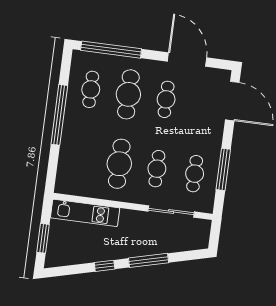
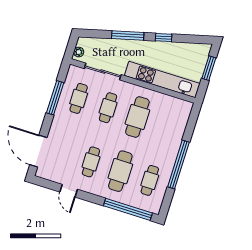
door: (187, 60) -> (69, 191), width x0.53
kitchen unit: (85, 213) -> (162, 80), width x1.36
plant: (204, 230) -> (79, 52), added

